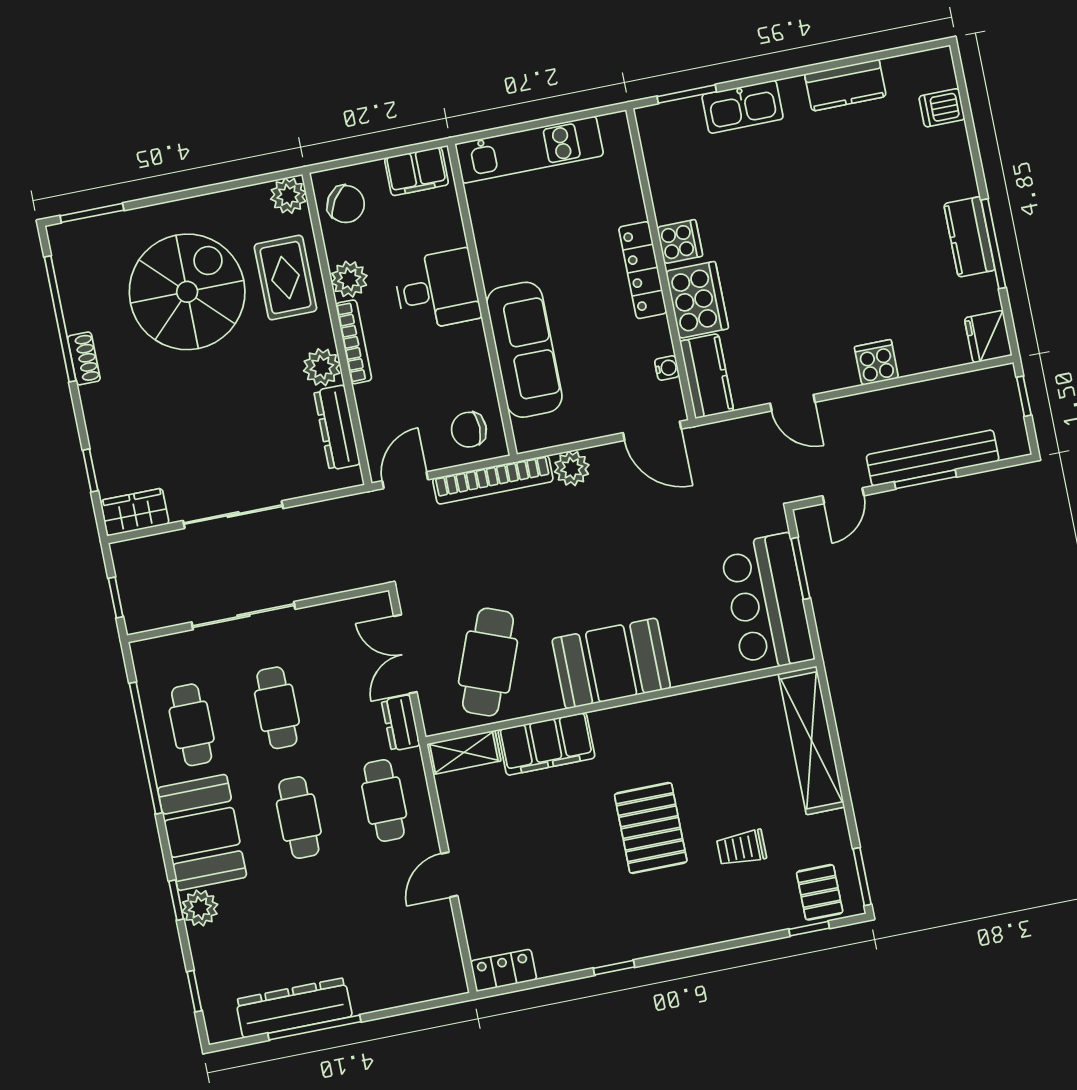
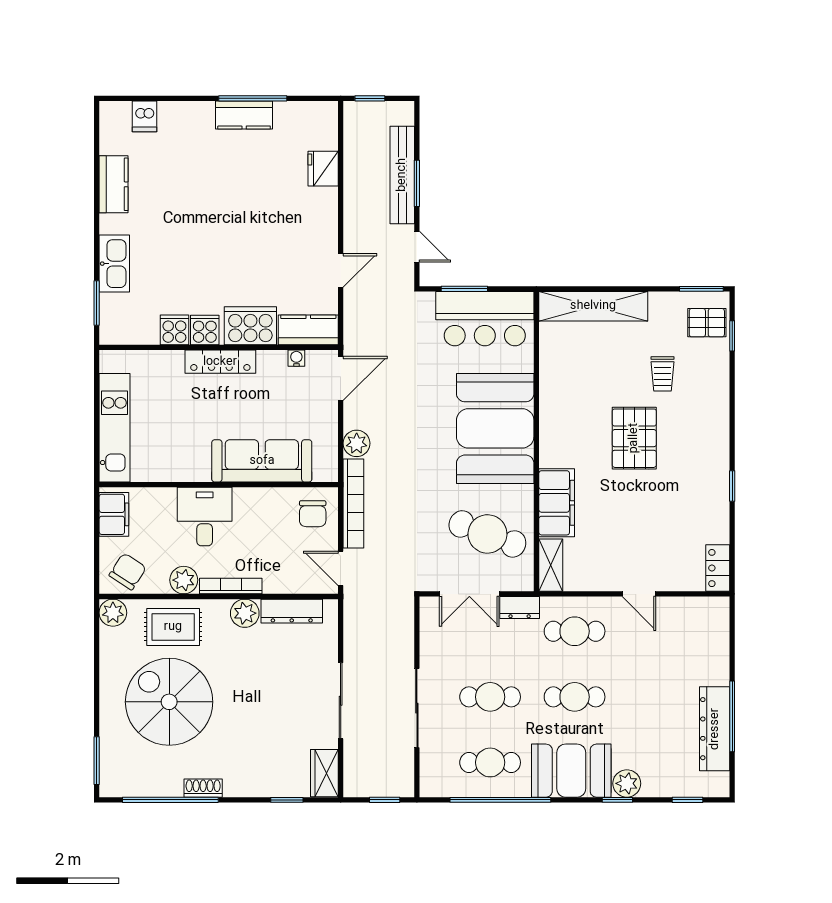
fridge: (988, 337) -> (323, 169), moved, turned 90
cooker: (876, 362) -> (174, 330), moved, turned 90
booth: (611, 663) -> (495, 428), width x1.36, depth x1.42
pallet: (651, 828) -> (634, 438), turned 90

